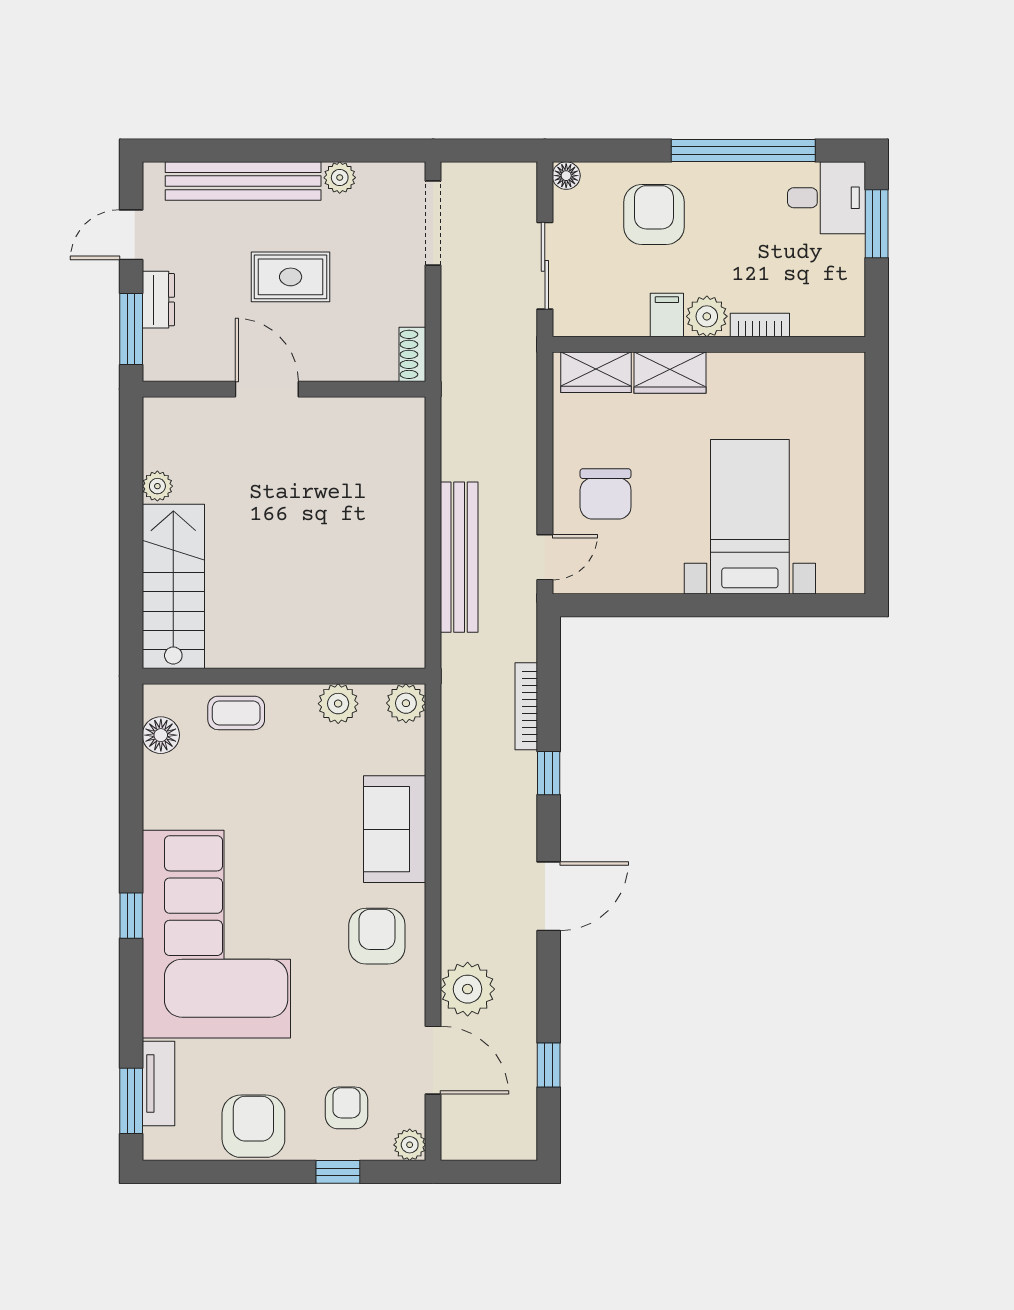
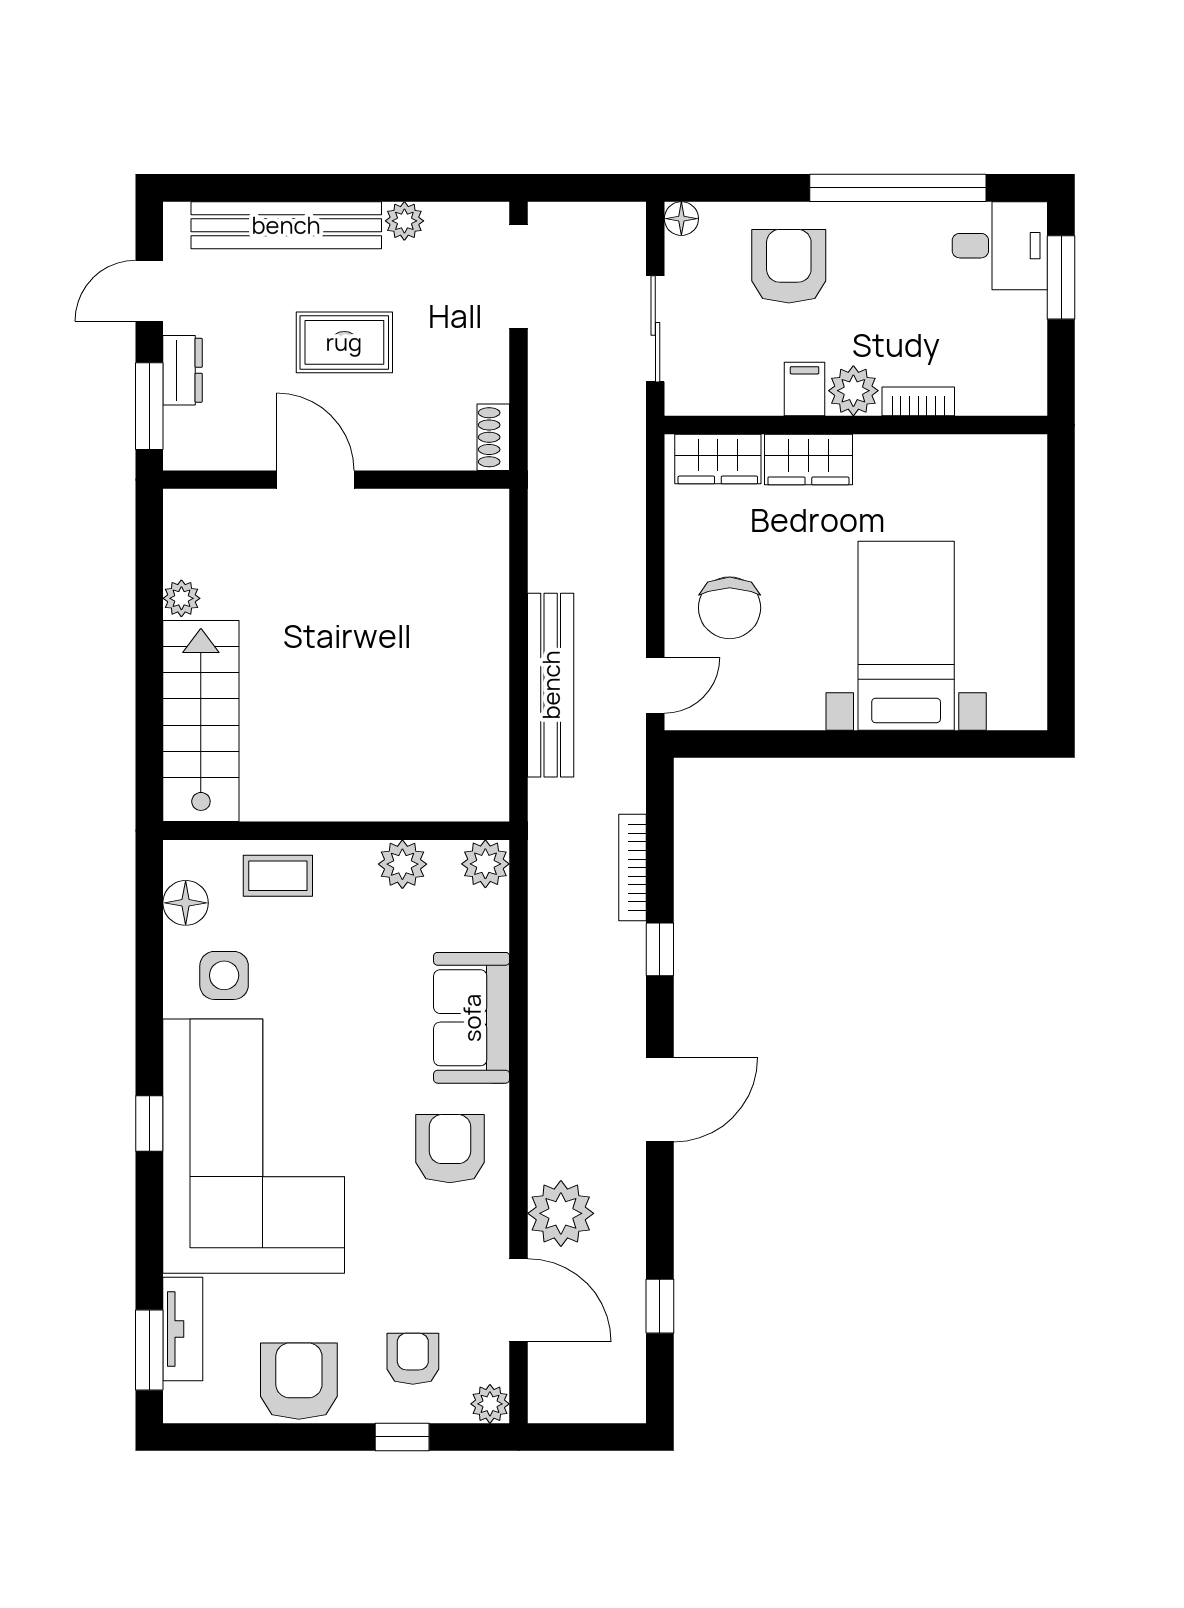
side table: (192, 794) -> (224, 975), added

